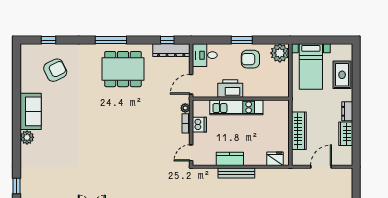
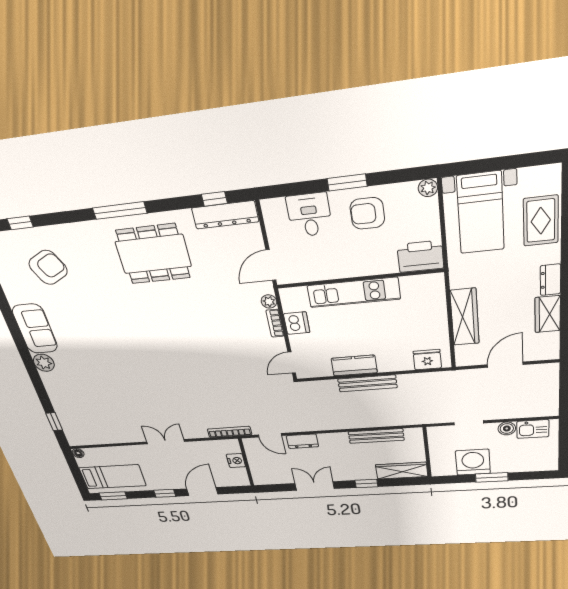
plant: (280, 53) -> (428, 188), width x0.53, depth x0.53
desk: (205, 55) -> (309, 215), moved, turned 90
printer: (230, 89) -> (420, 256), moved

